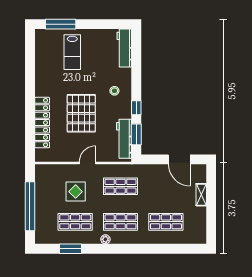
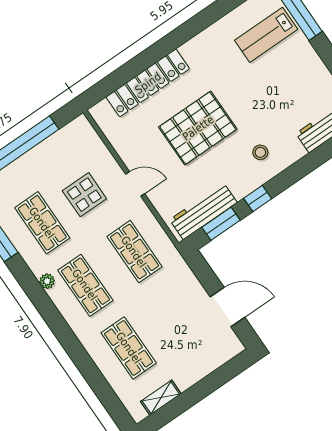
lab bench: (72, 52) -> (266, 35), moved
door: (179, 159) -> (227, 307), swing flipped
shelving: (201, 195) -> (161, 398), moved

